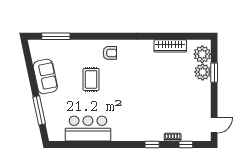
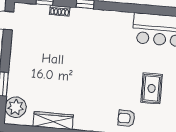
plant: (203, 72) -> (17, 86), removed

